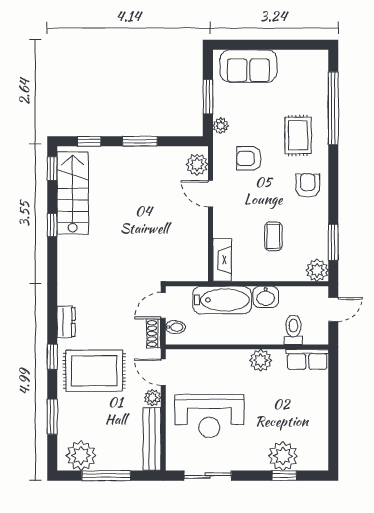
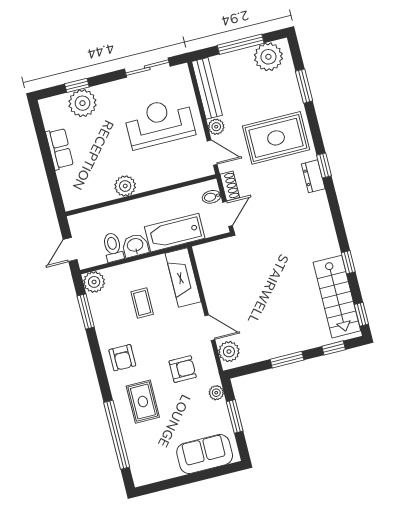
fireplace: (222, 260) -> (183, 277), width x1.37, depth x1.32
toilet: (293, 330) -> (113, 247), moved, turned 180
window: (52, 357) -> (324, 165), moved
row of seats: (307, 359) -> (59, 149), moved, turned 90

